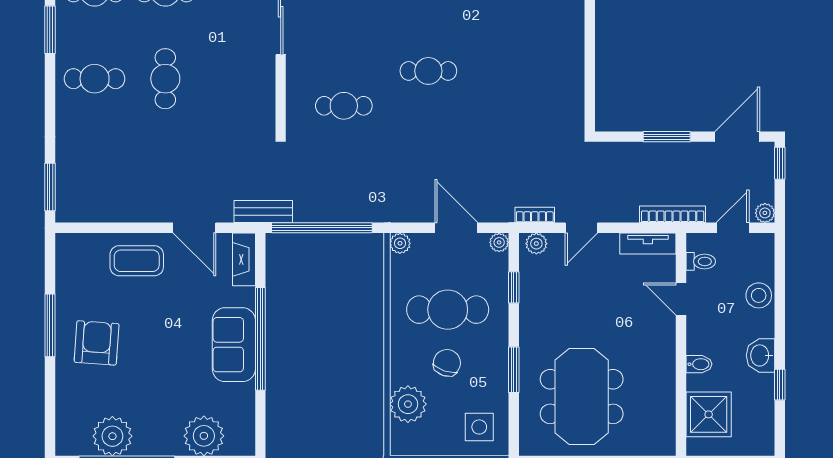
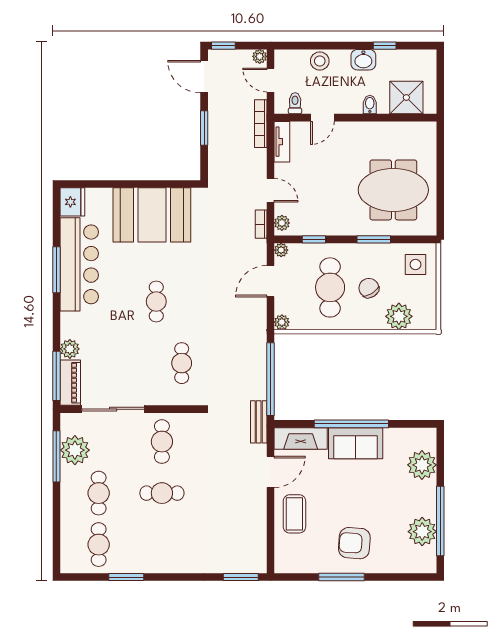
booth: (547, 65) -> (152, 215), added
cafe table: (95, 79) -> (162, 442), moved
fireplace: (244, 259) -> (301, 438), width x1.37, depth x1.32
chair: (447, 363) -> (369, 288), turned 39

